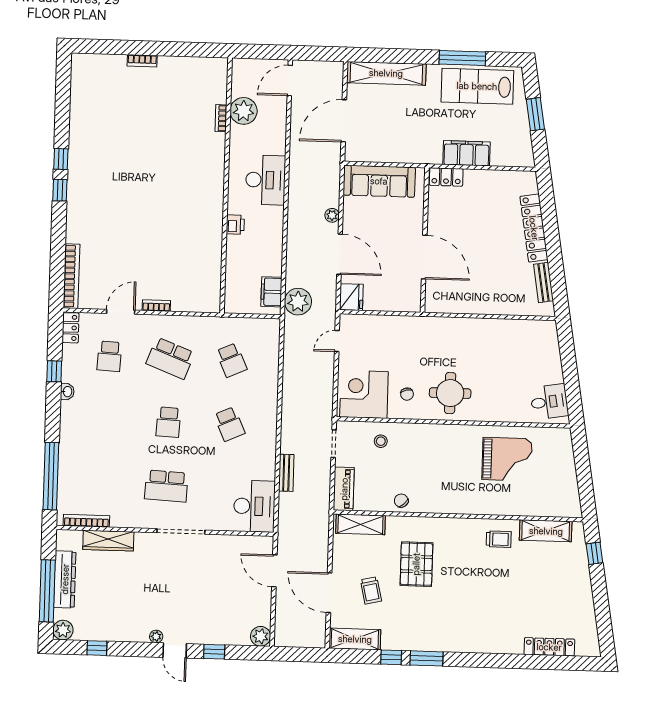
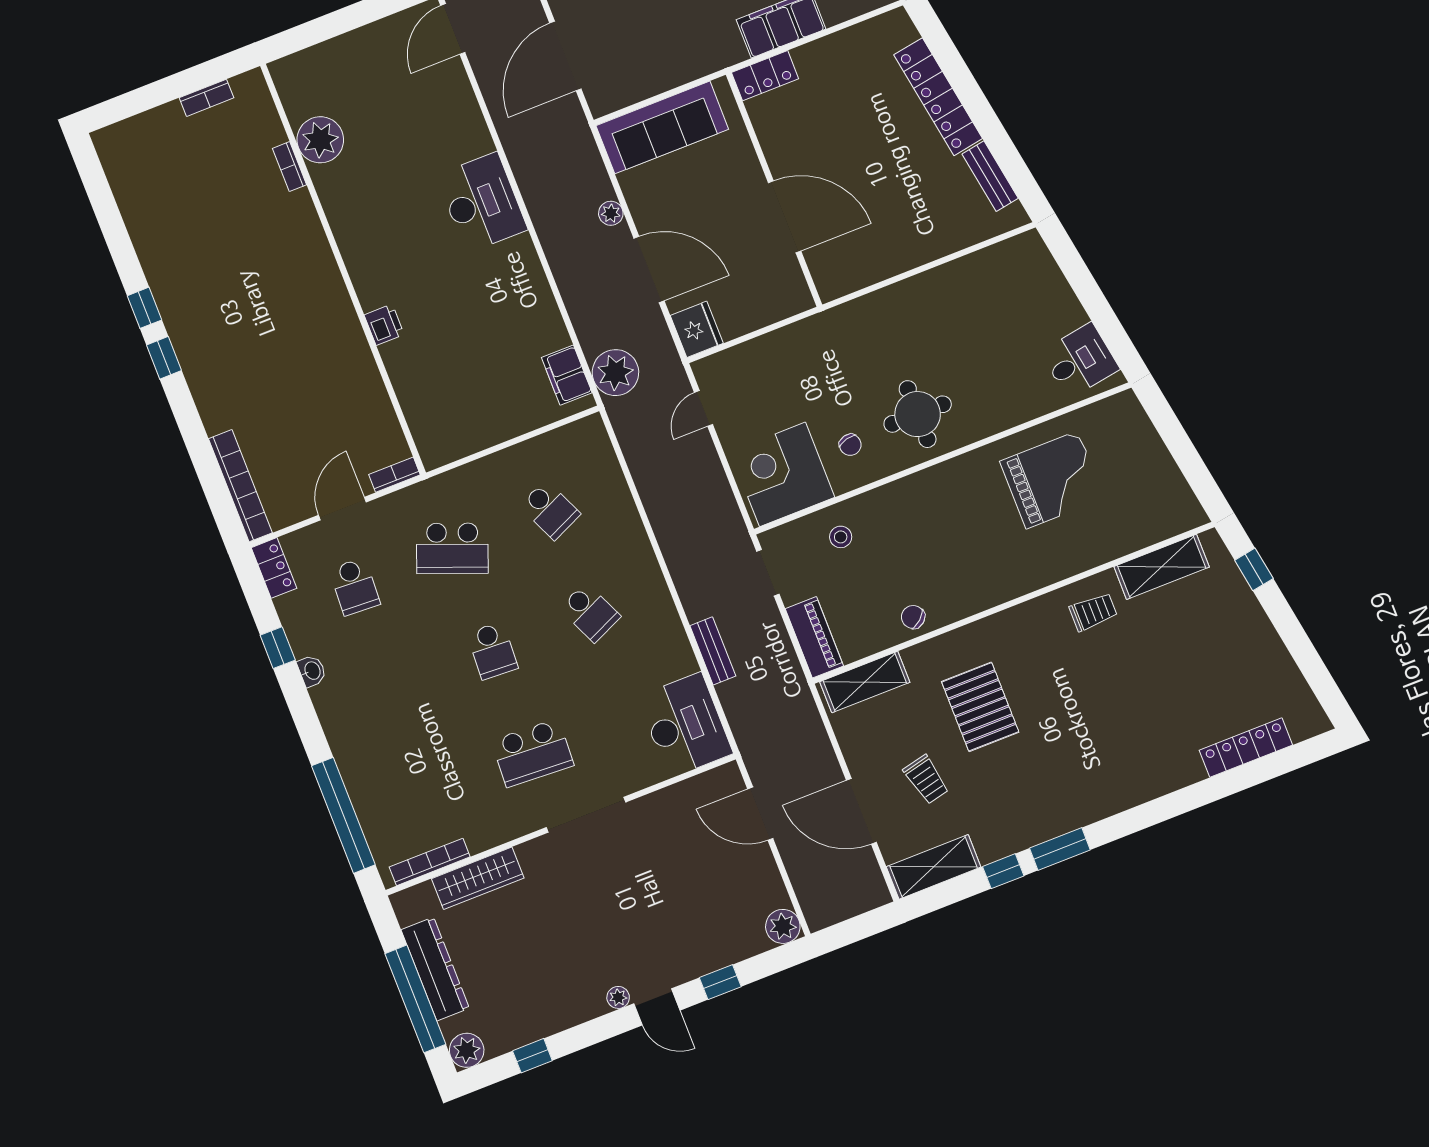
plant: (244, 111) -> (320, 140), moved
bookcase: (221, 118) -> (290, 167), moved
wall: (226, 185) -> (343, 269), moved
printer: (235, 225) -> (384, 325), moved

